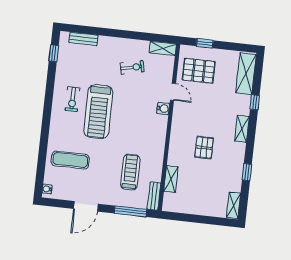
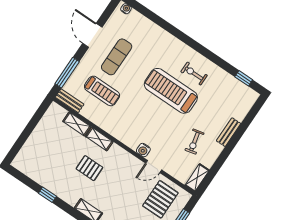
bench: (84, 39) -> (229, 132), moved
exercise mat: (70, 160) -> (117, 57), moved
shelving: (233, 205) -> (99, 139), moved

